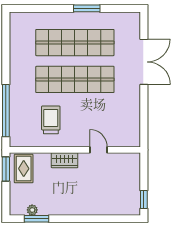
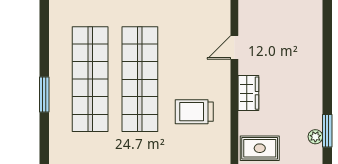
window: (87, 8) -> (44, 94), moved

